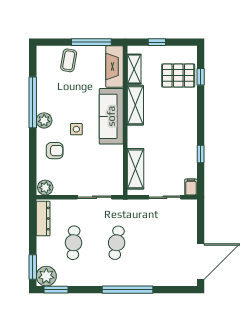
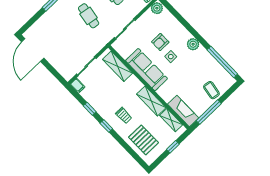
pallet: (178, 76) -> (144, 140), turned 90
window: (201, 77) -> (106, 126), moved
window: (33, 102) -> (222, 62), moved
sofa: (111, 116) -> (146, 70), moved
trolley: (175, 117) -> (124, 116), added
armchair: (55, 151) -> (160, 42), moved

